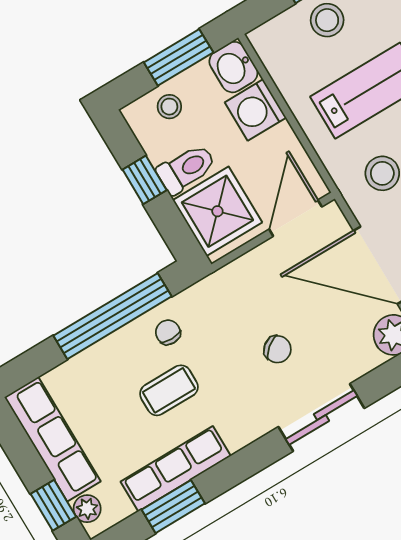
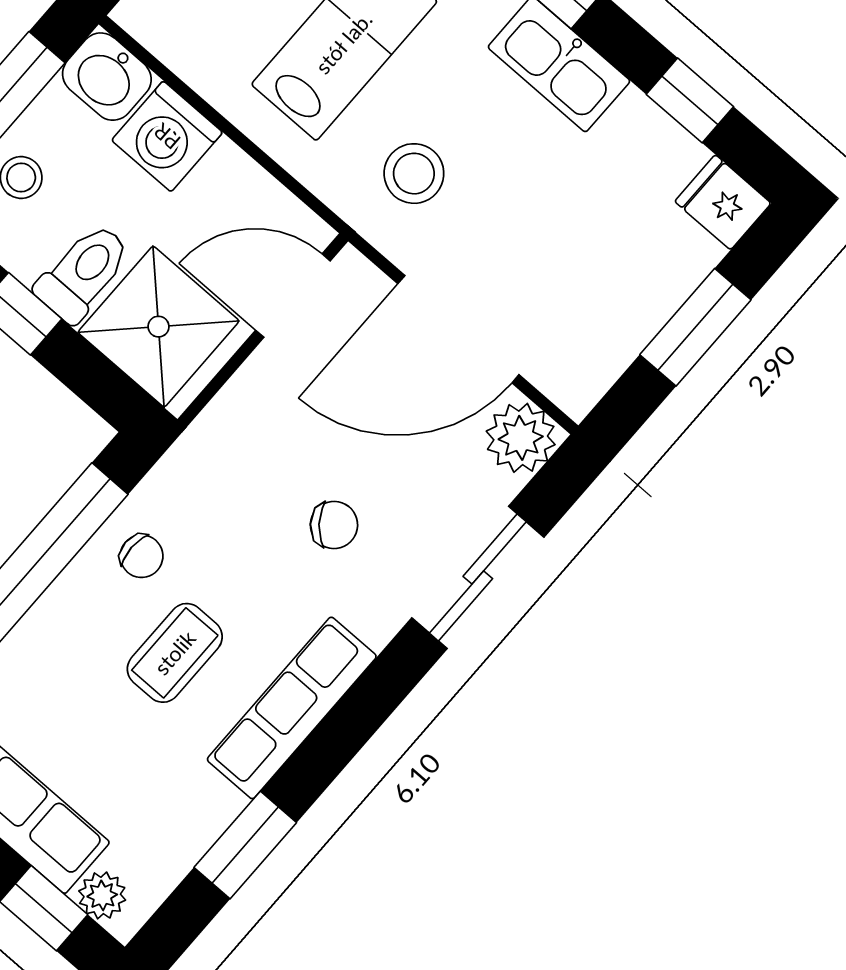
door: (295, 218) -> (293, 296), hinge flipped
chair: (168, 332) -> (142, 556), turned 180
sliding door: (321, 417) -> (478, 577), moved
row of seats: (176, 469) -> (292, 708), moved

